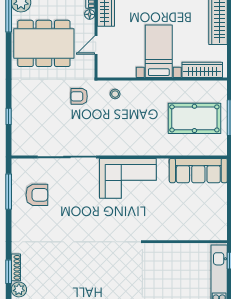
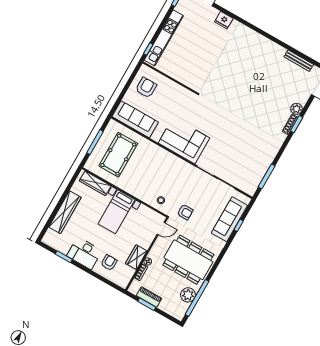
door: (96, 45) -> (161, 229), moved
sofa: (23, 117) -> (229, 219), added
pool table: (194, 118) -> (118, 155), turned 90
armchair: (37, 195) -> (146, 88), moved, turned 90

